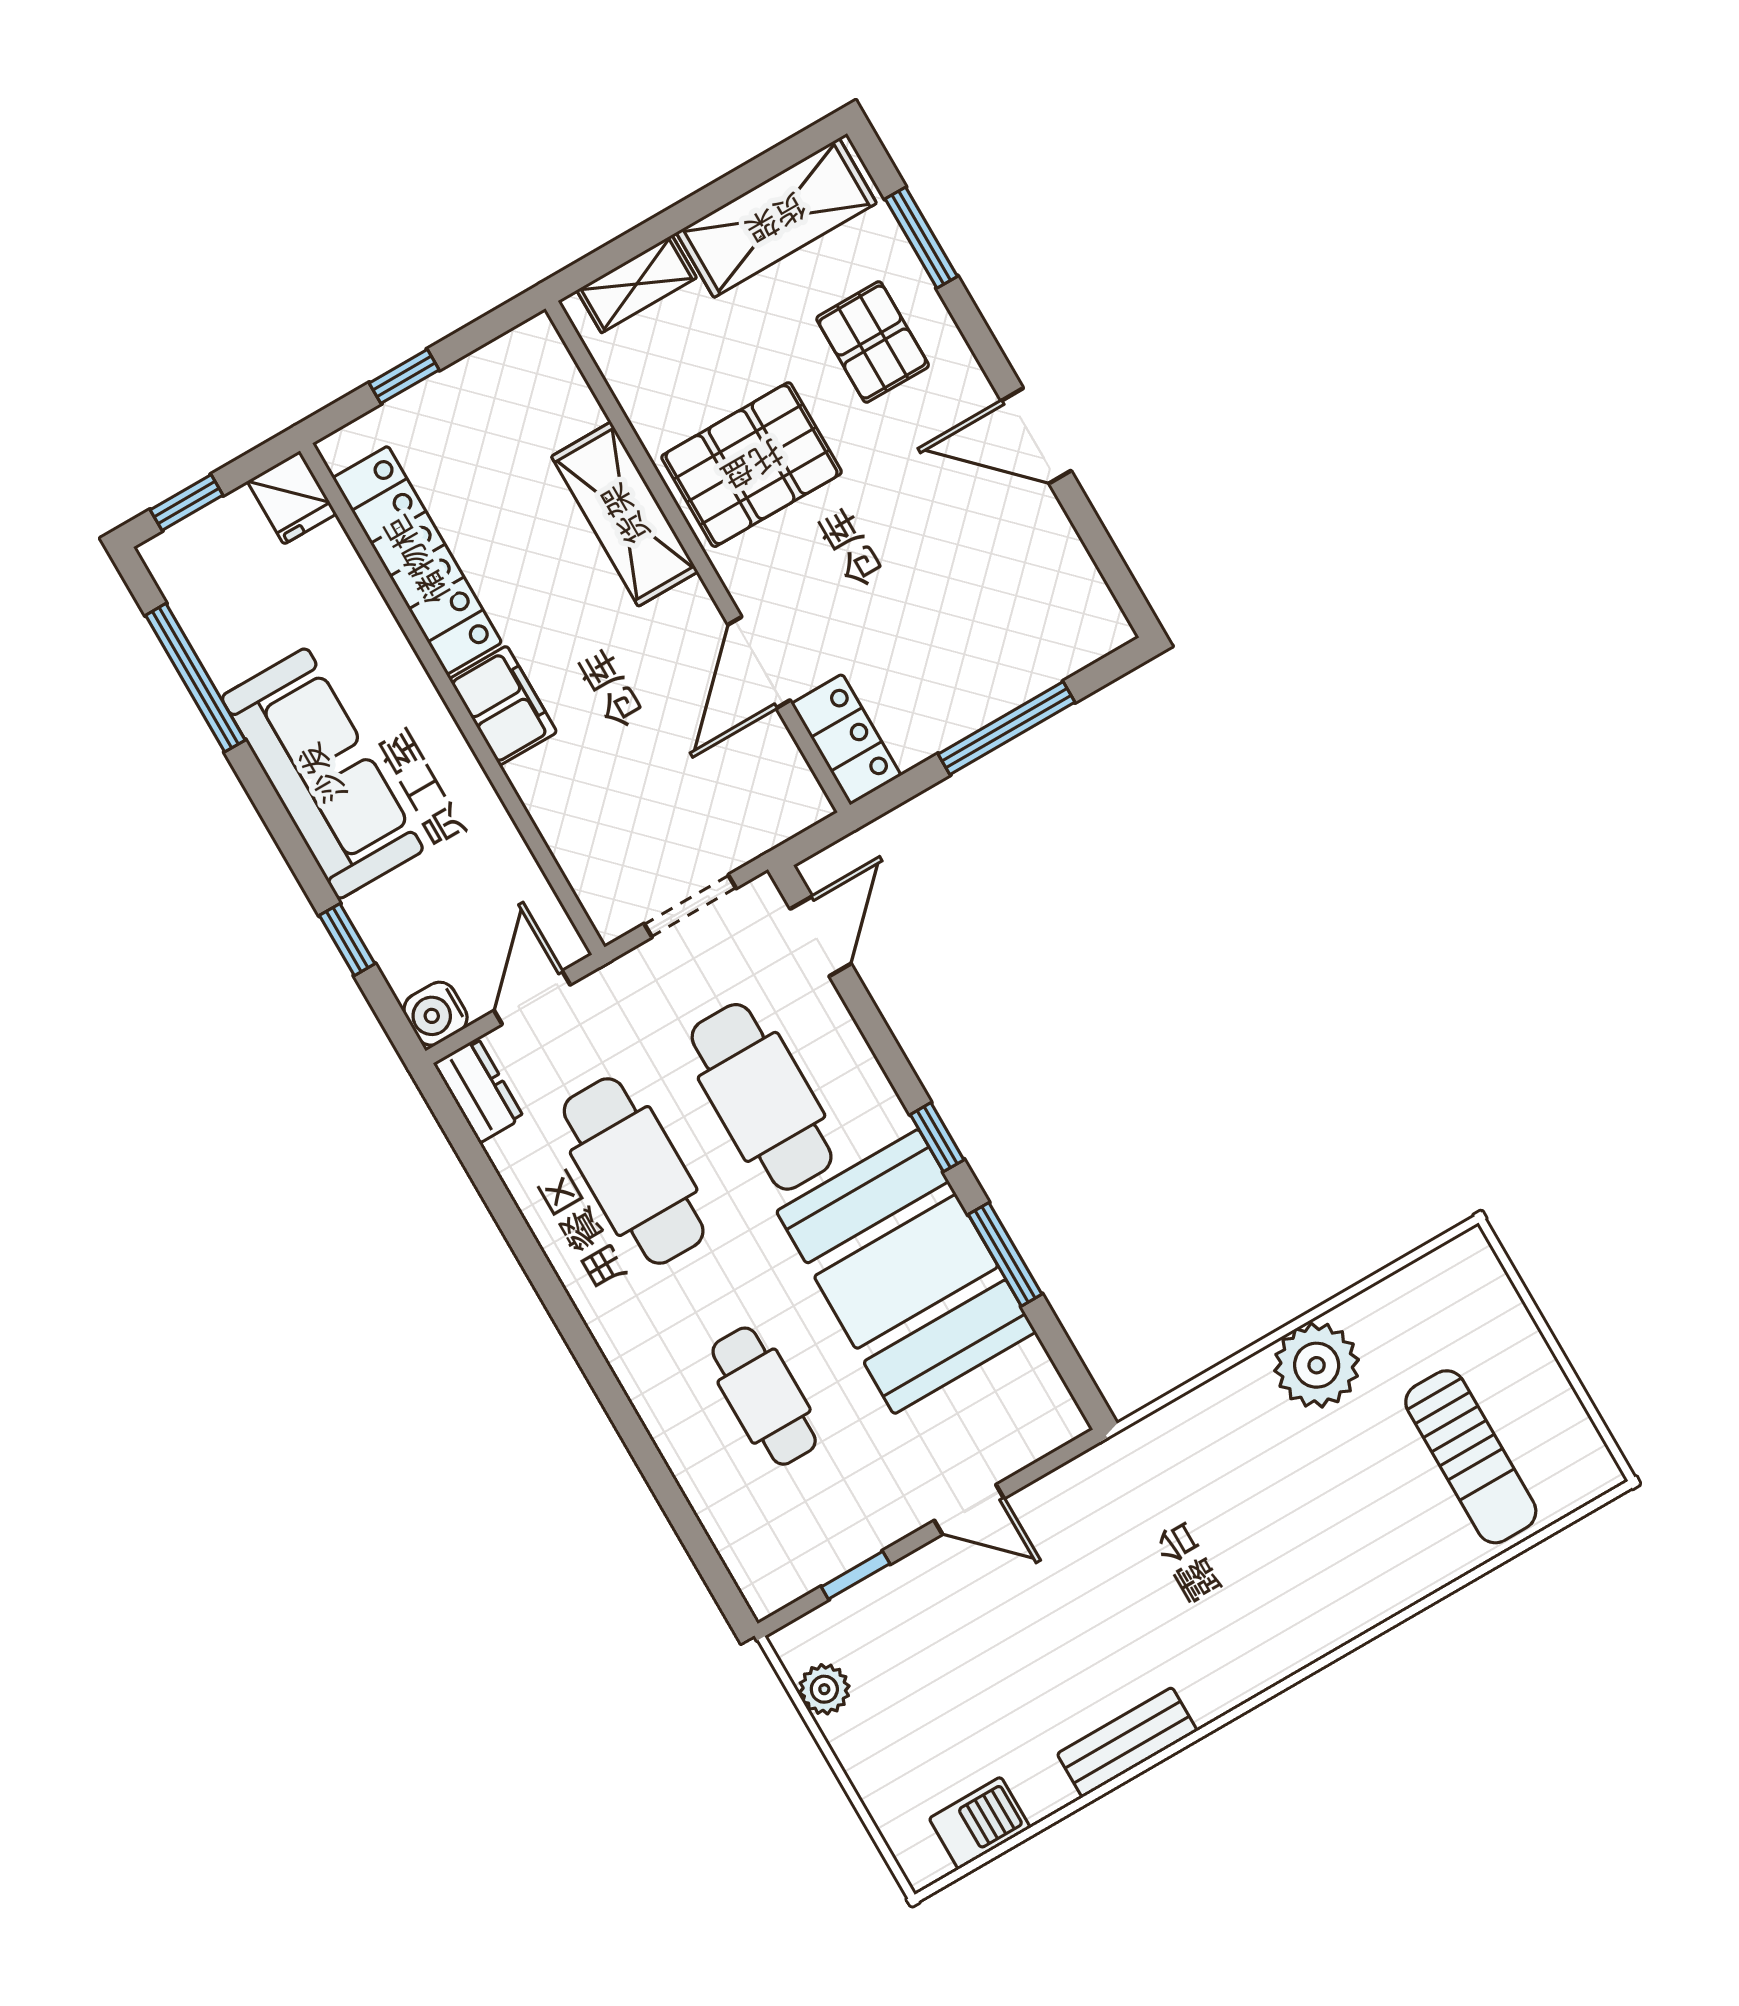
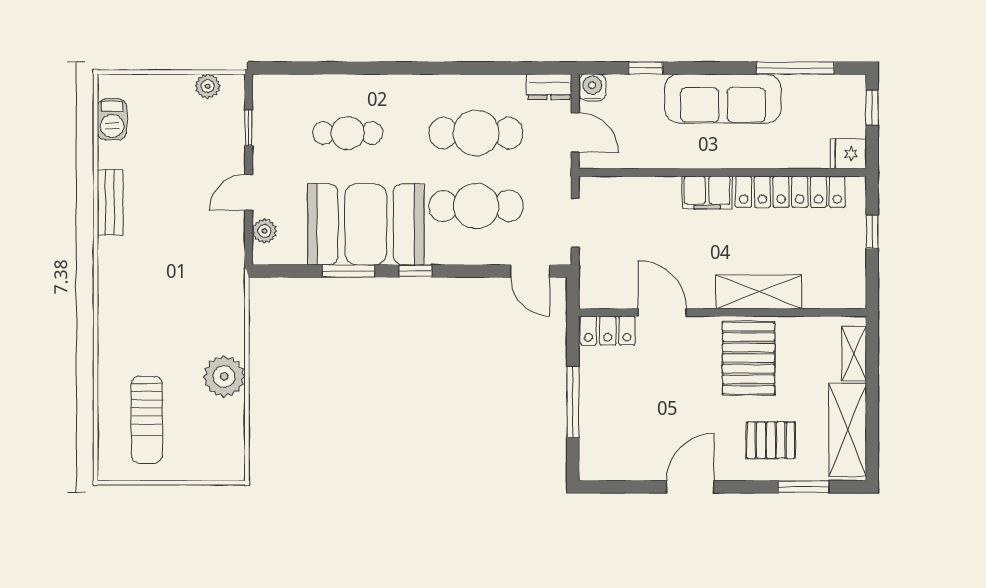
plant: (1020, 1443) -> (264, 231), added
sun lounger: (1471, 1457) -> (147, 420), turned -90

